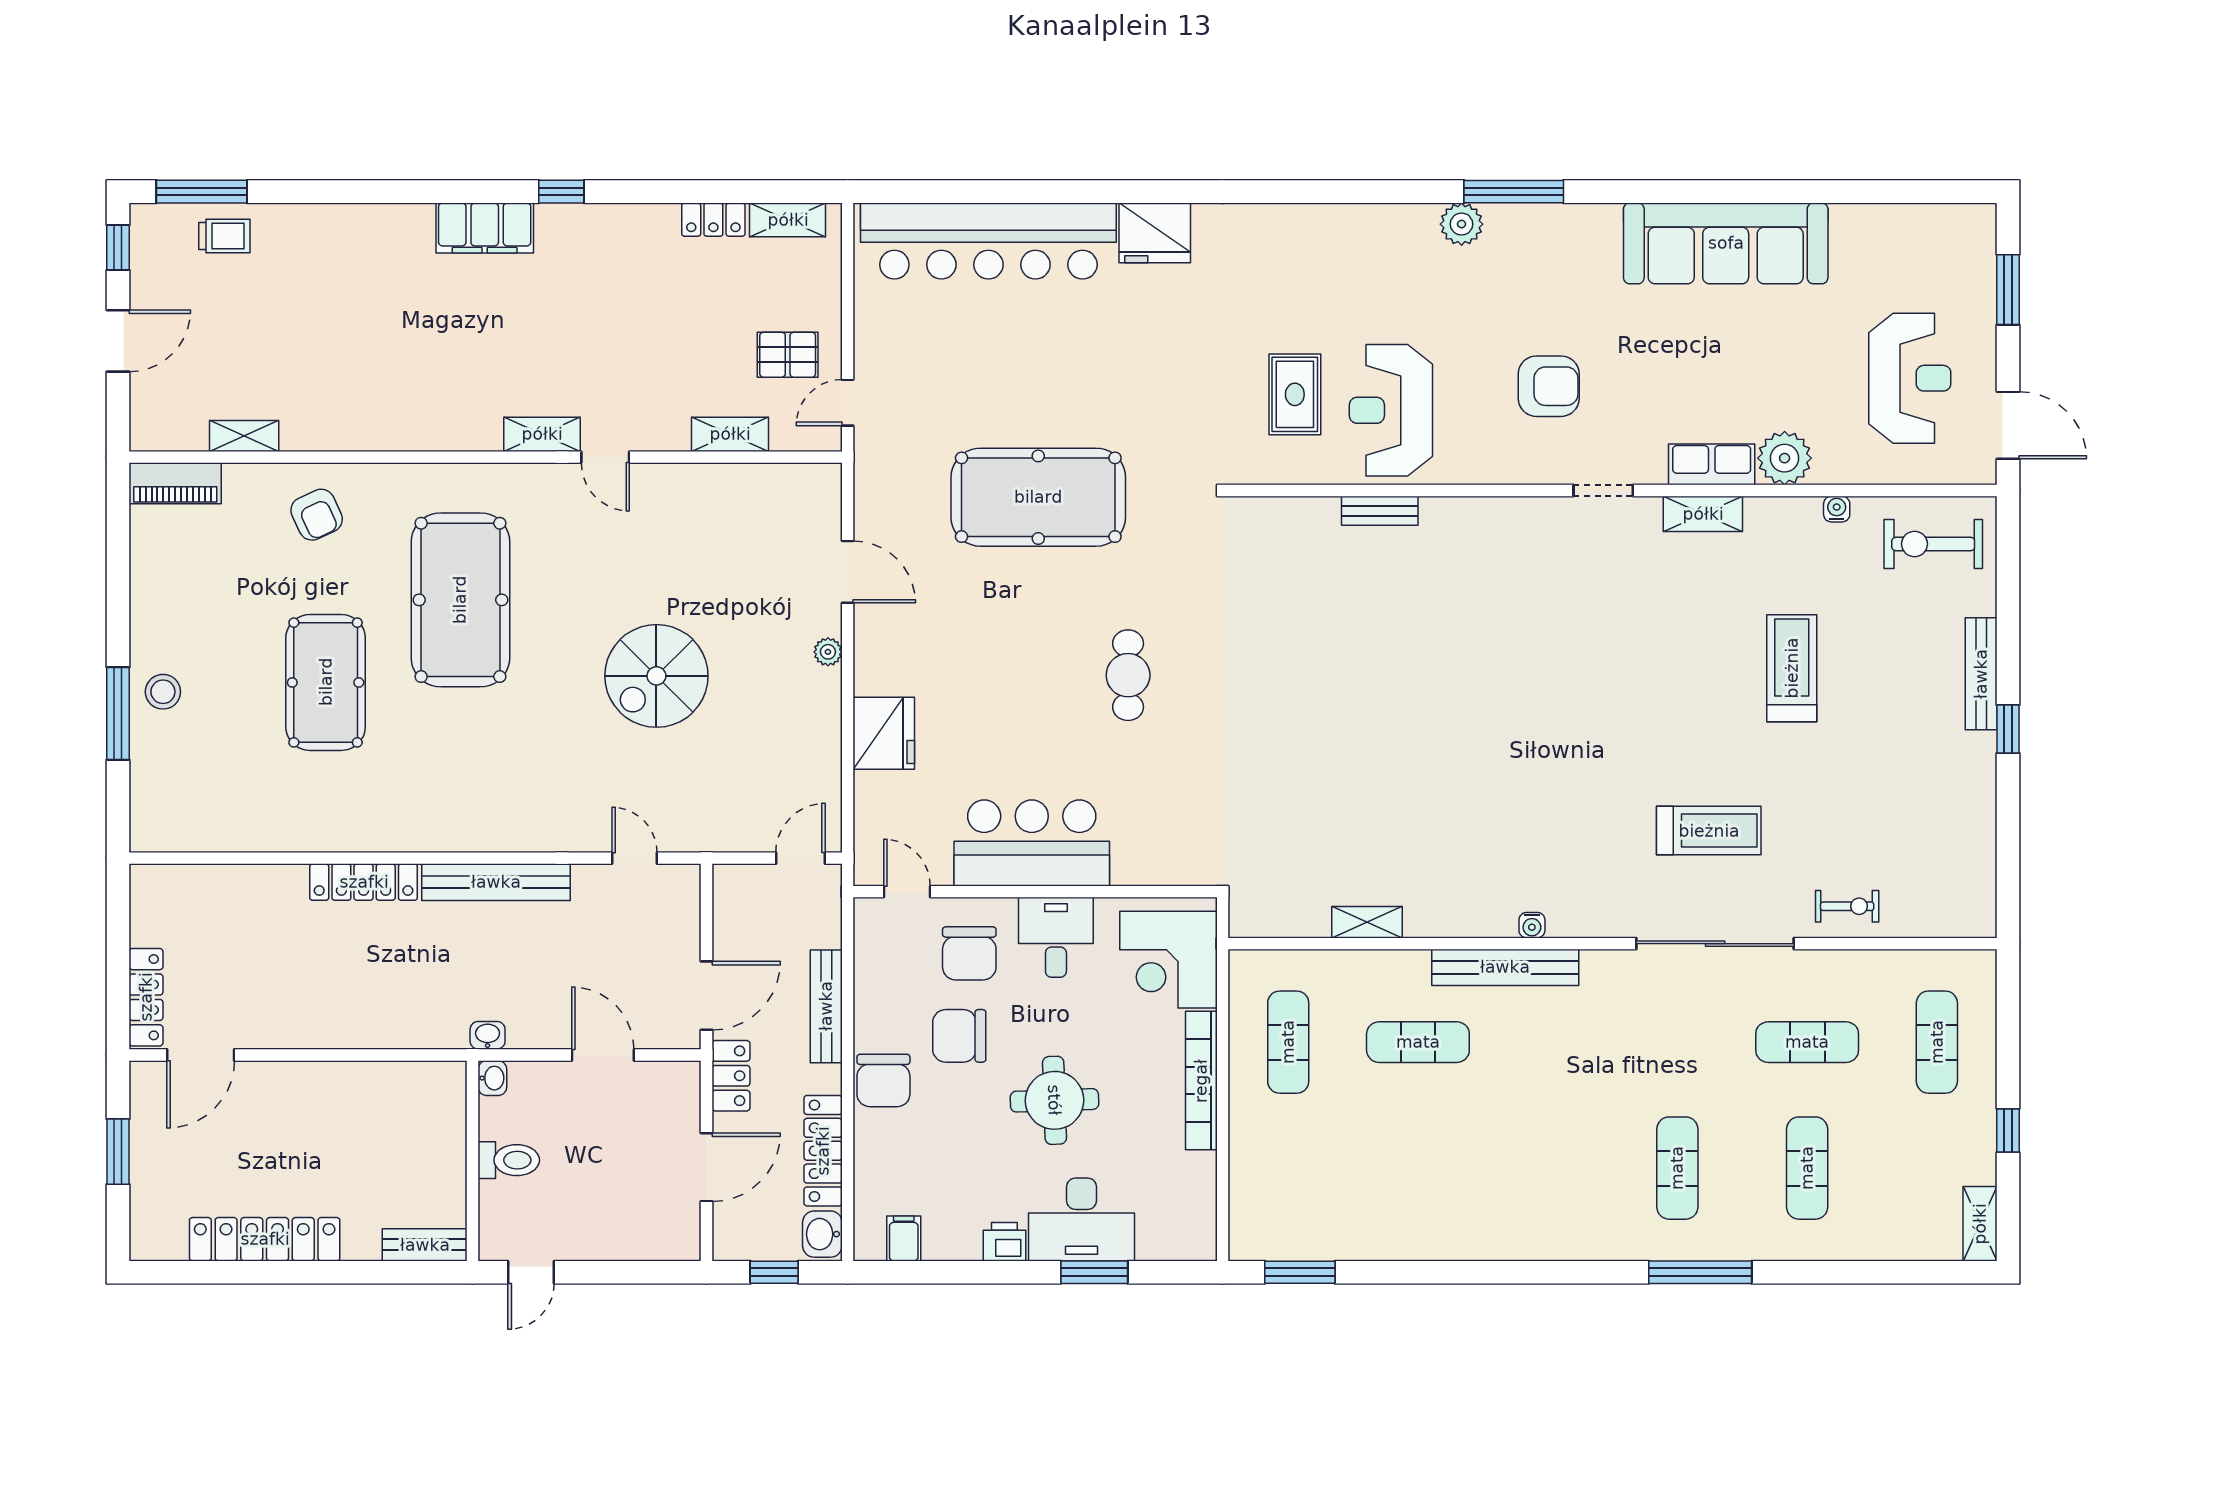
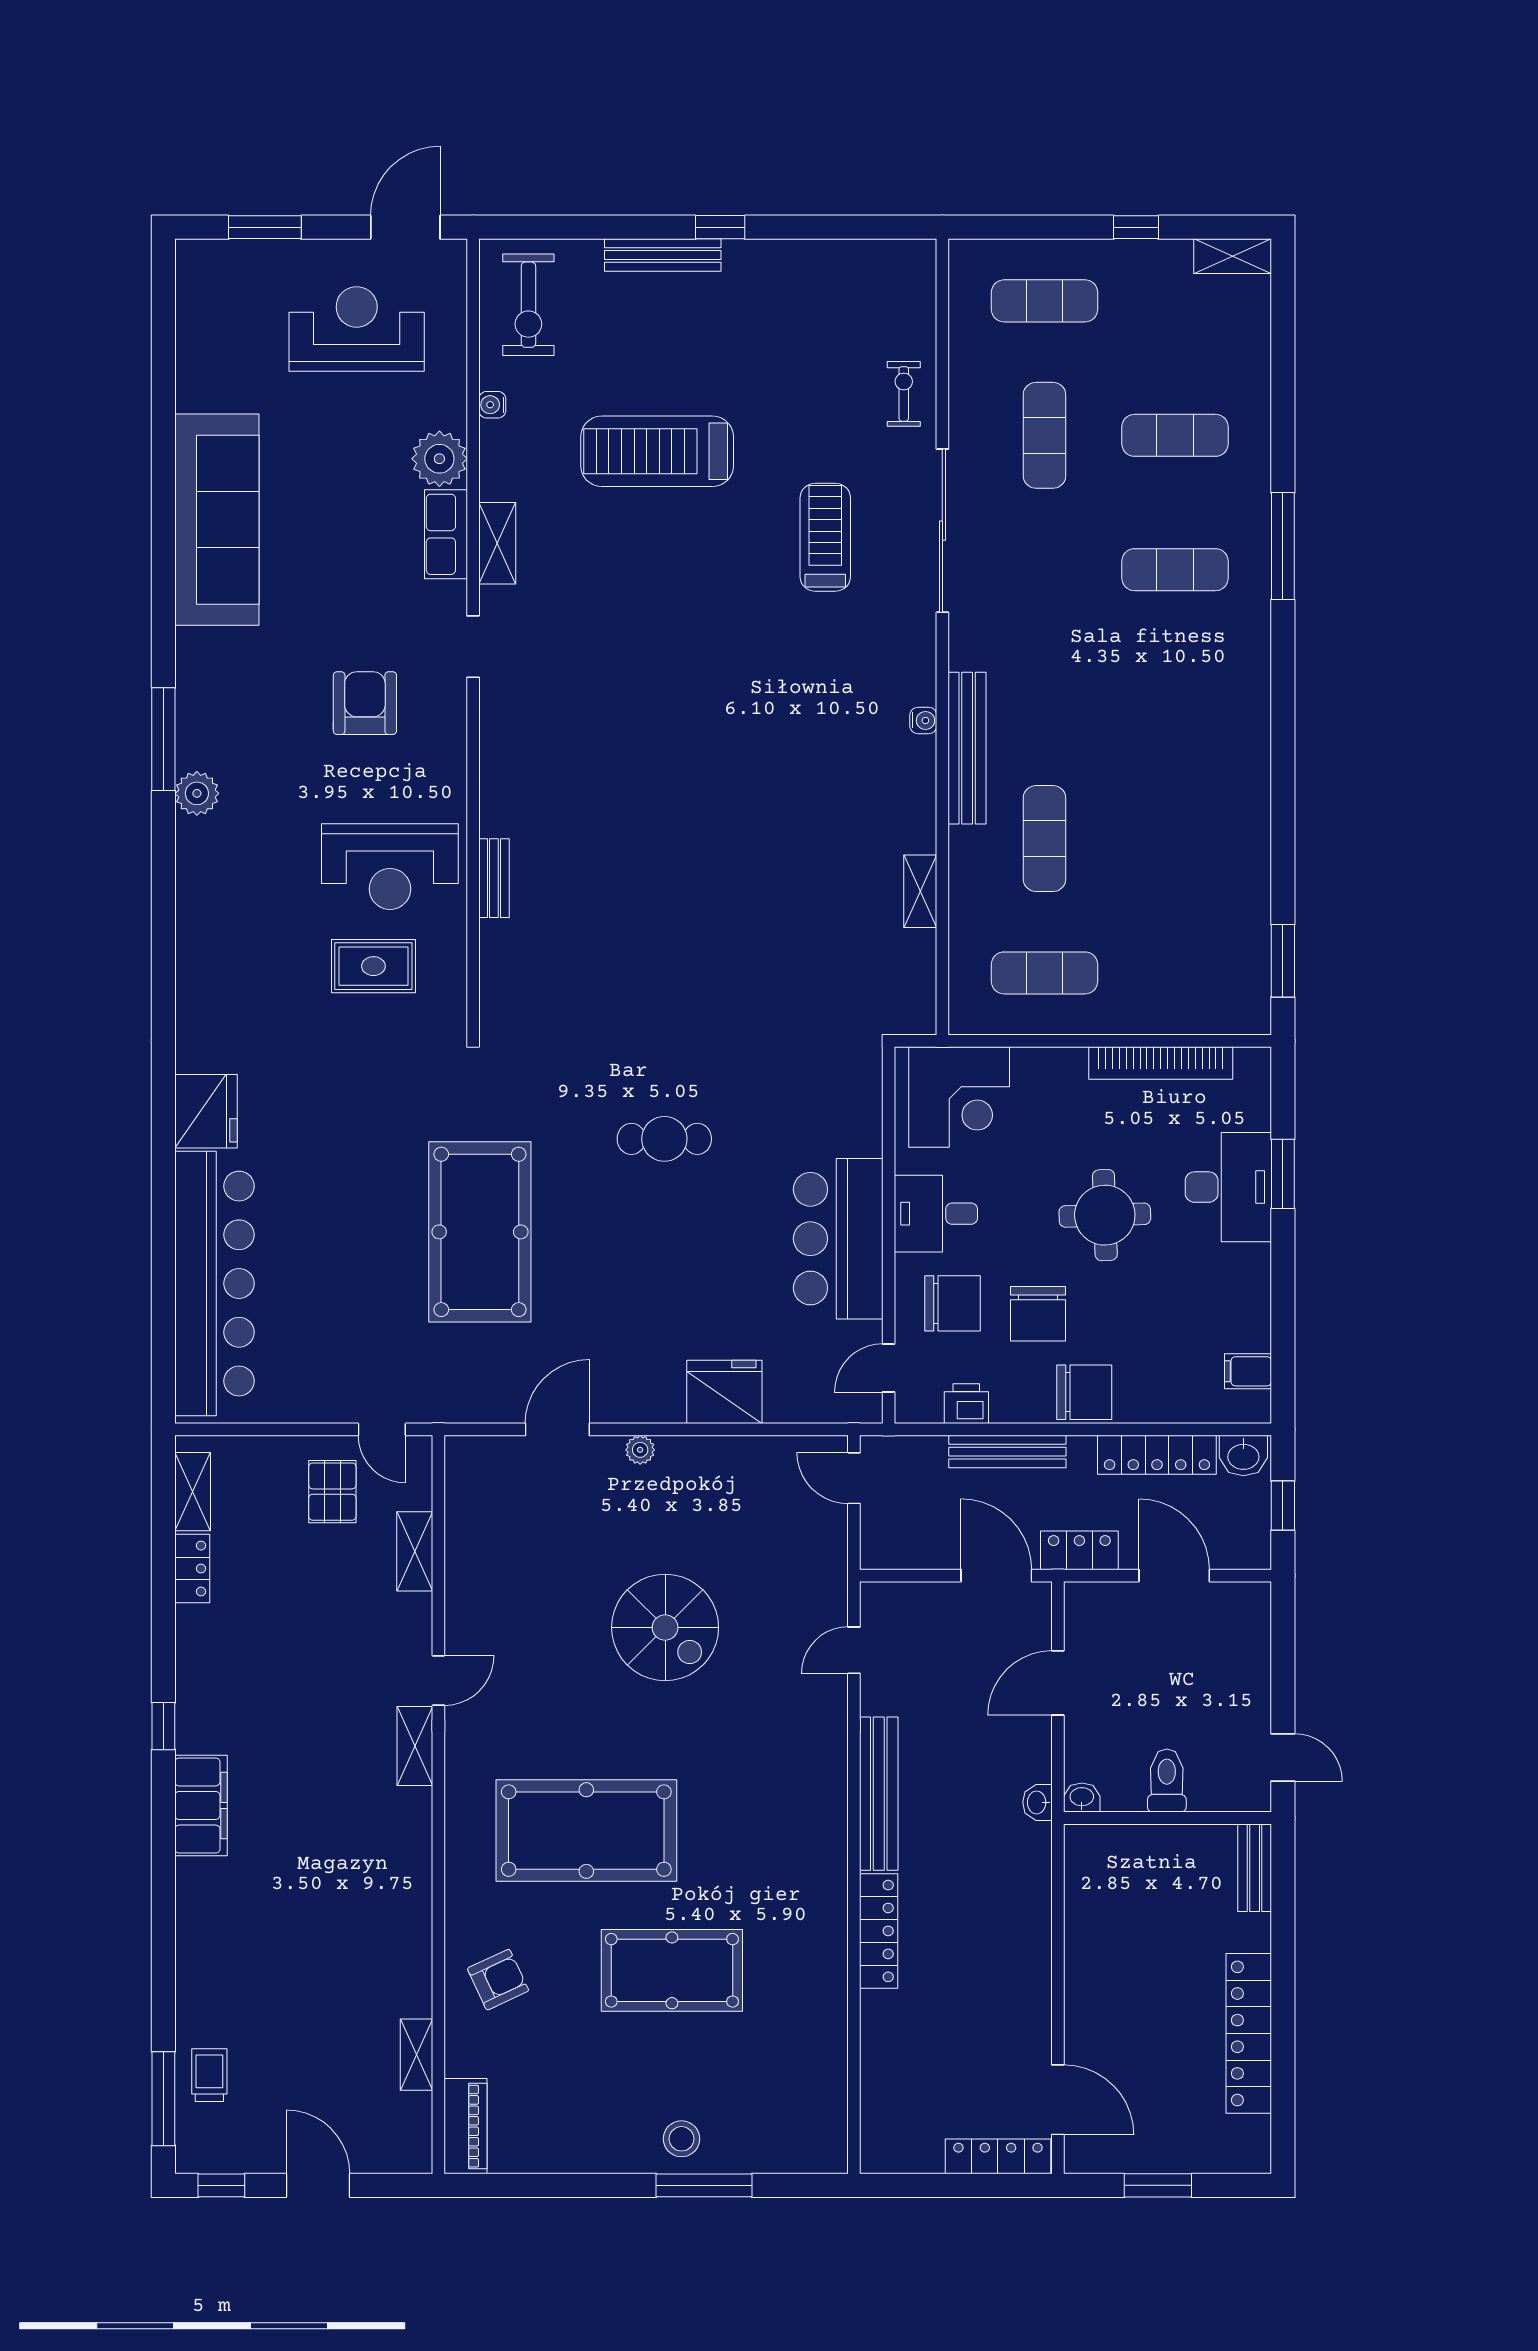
treadmill: (1792, 668) -> (657, 451), width x1.37, depth x1.38
bookcase: (1201, 1081) -> (1161, 1063), moved
printer: (1004, 1242) -> (966, 1404), moved, turned 90

